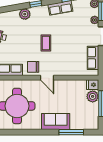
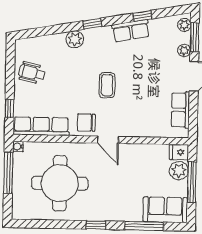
sofa: (56, 122) -> (165, 210), moved
window: (40, 132) -> (96, 225), added

